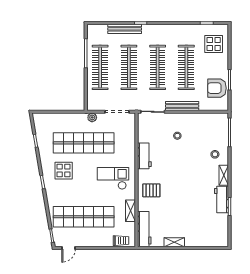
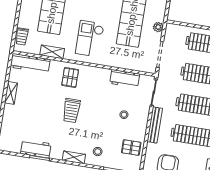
pallet: (206, 124) -> (131, 148), added
workbench: (144, 156) -> (125, 79), moved
checkout: (113, 178) -> (90, 39), turned 180
trolley: (181, 184) -> (71, 110), added
workbench: (222, 199) -> (36, 149), moved

